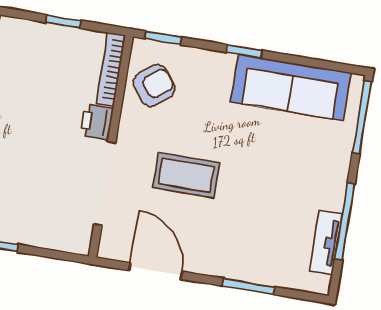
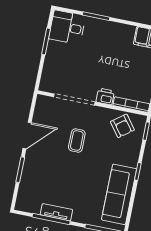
coffee table: (186, 175) -> (77, 141), width x0.73, depth x0.77
tv unit: (326, 242) -> (56, 212), moved
door: (155, 271) -> (27, 135), moved

